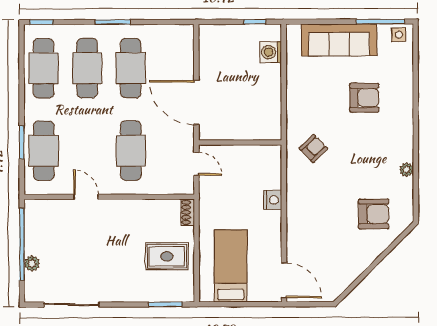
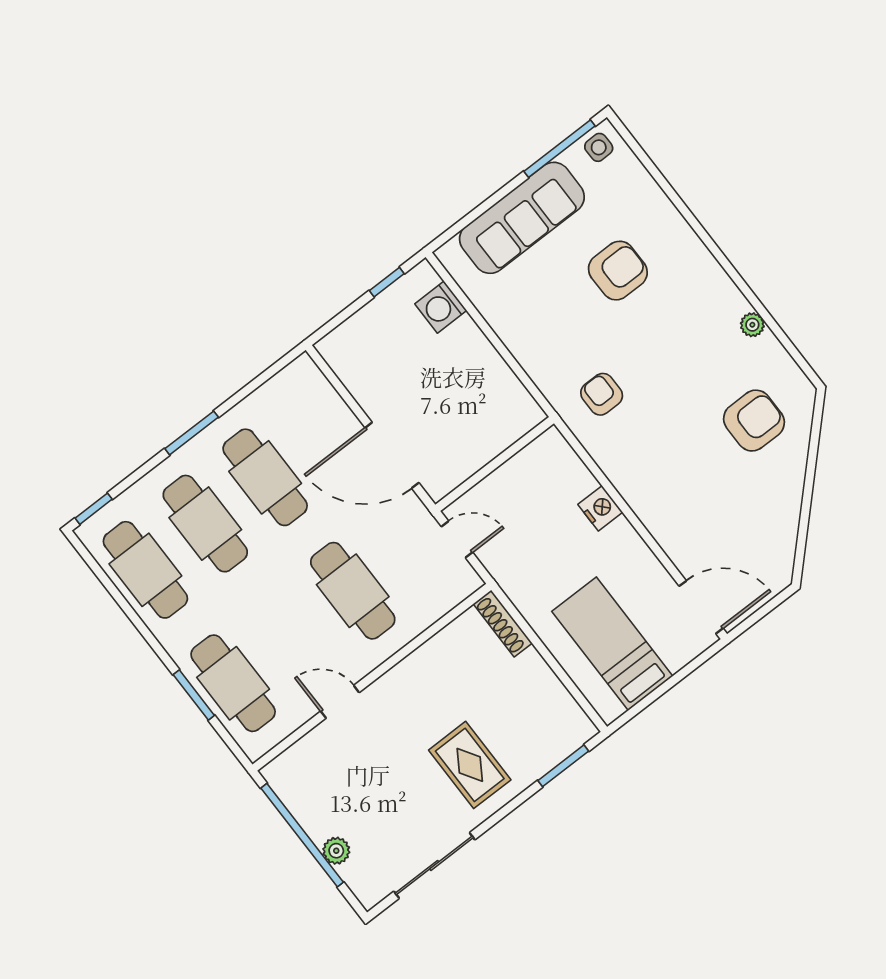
armchair: (313, 148) -> (602, 394), turned -46
shoe rack: (188, 212) -> (503, 623), width x1.43
rug: (167, 256) -> (470, 765), moved, turned 90

